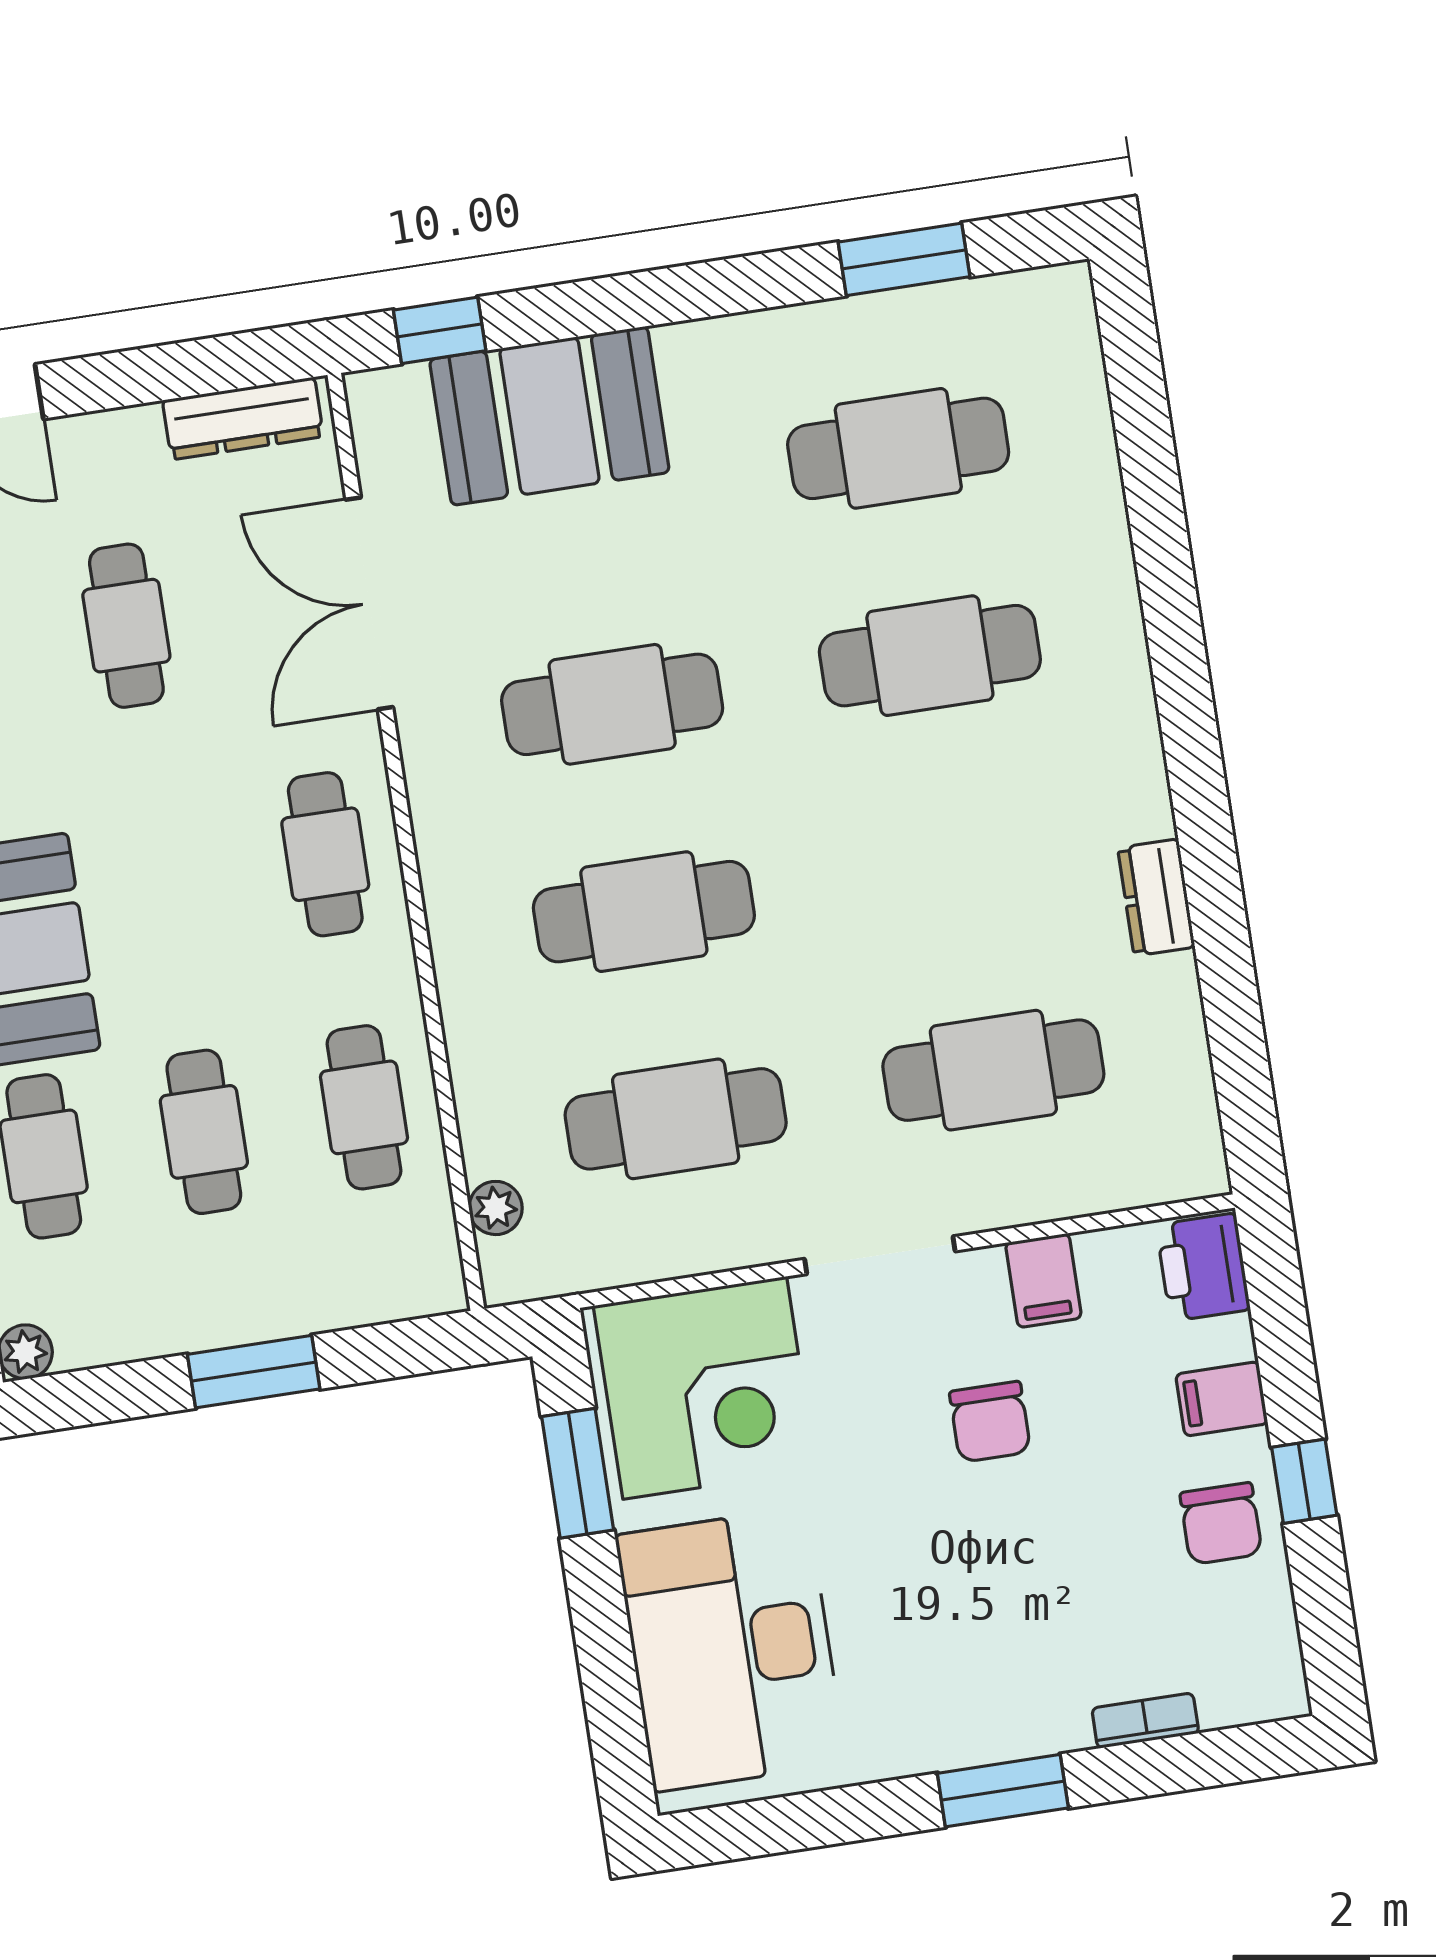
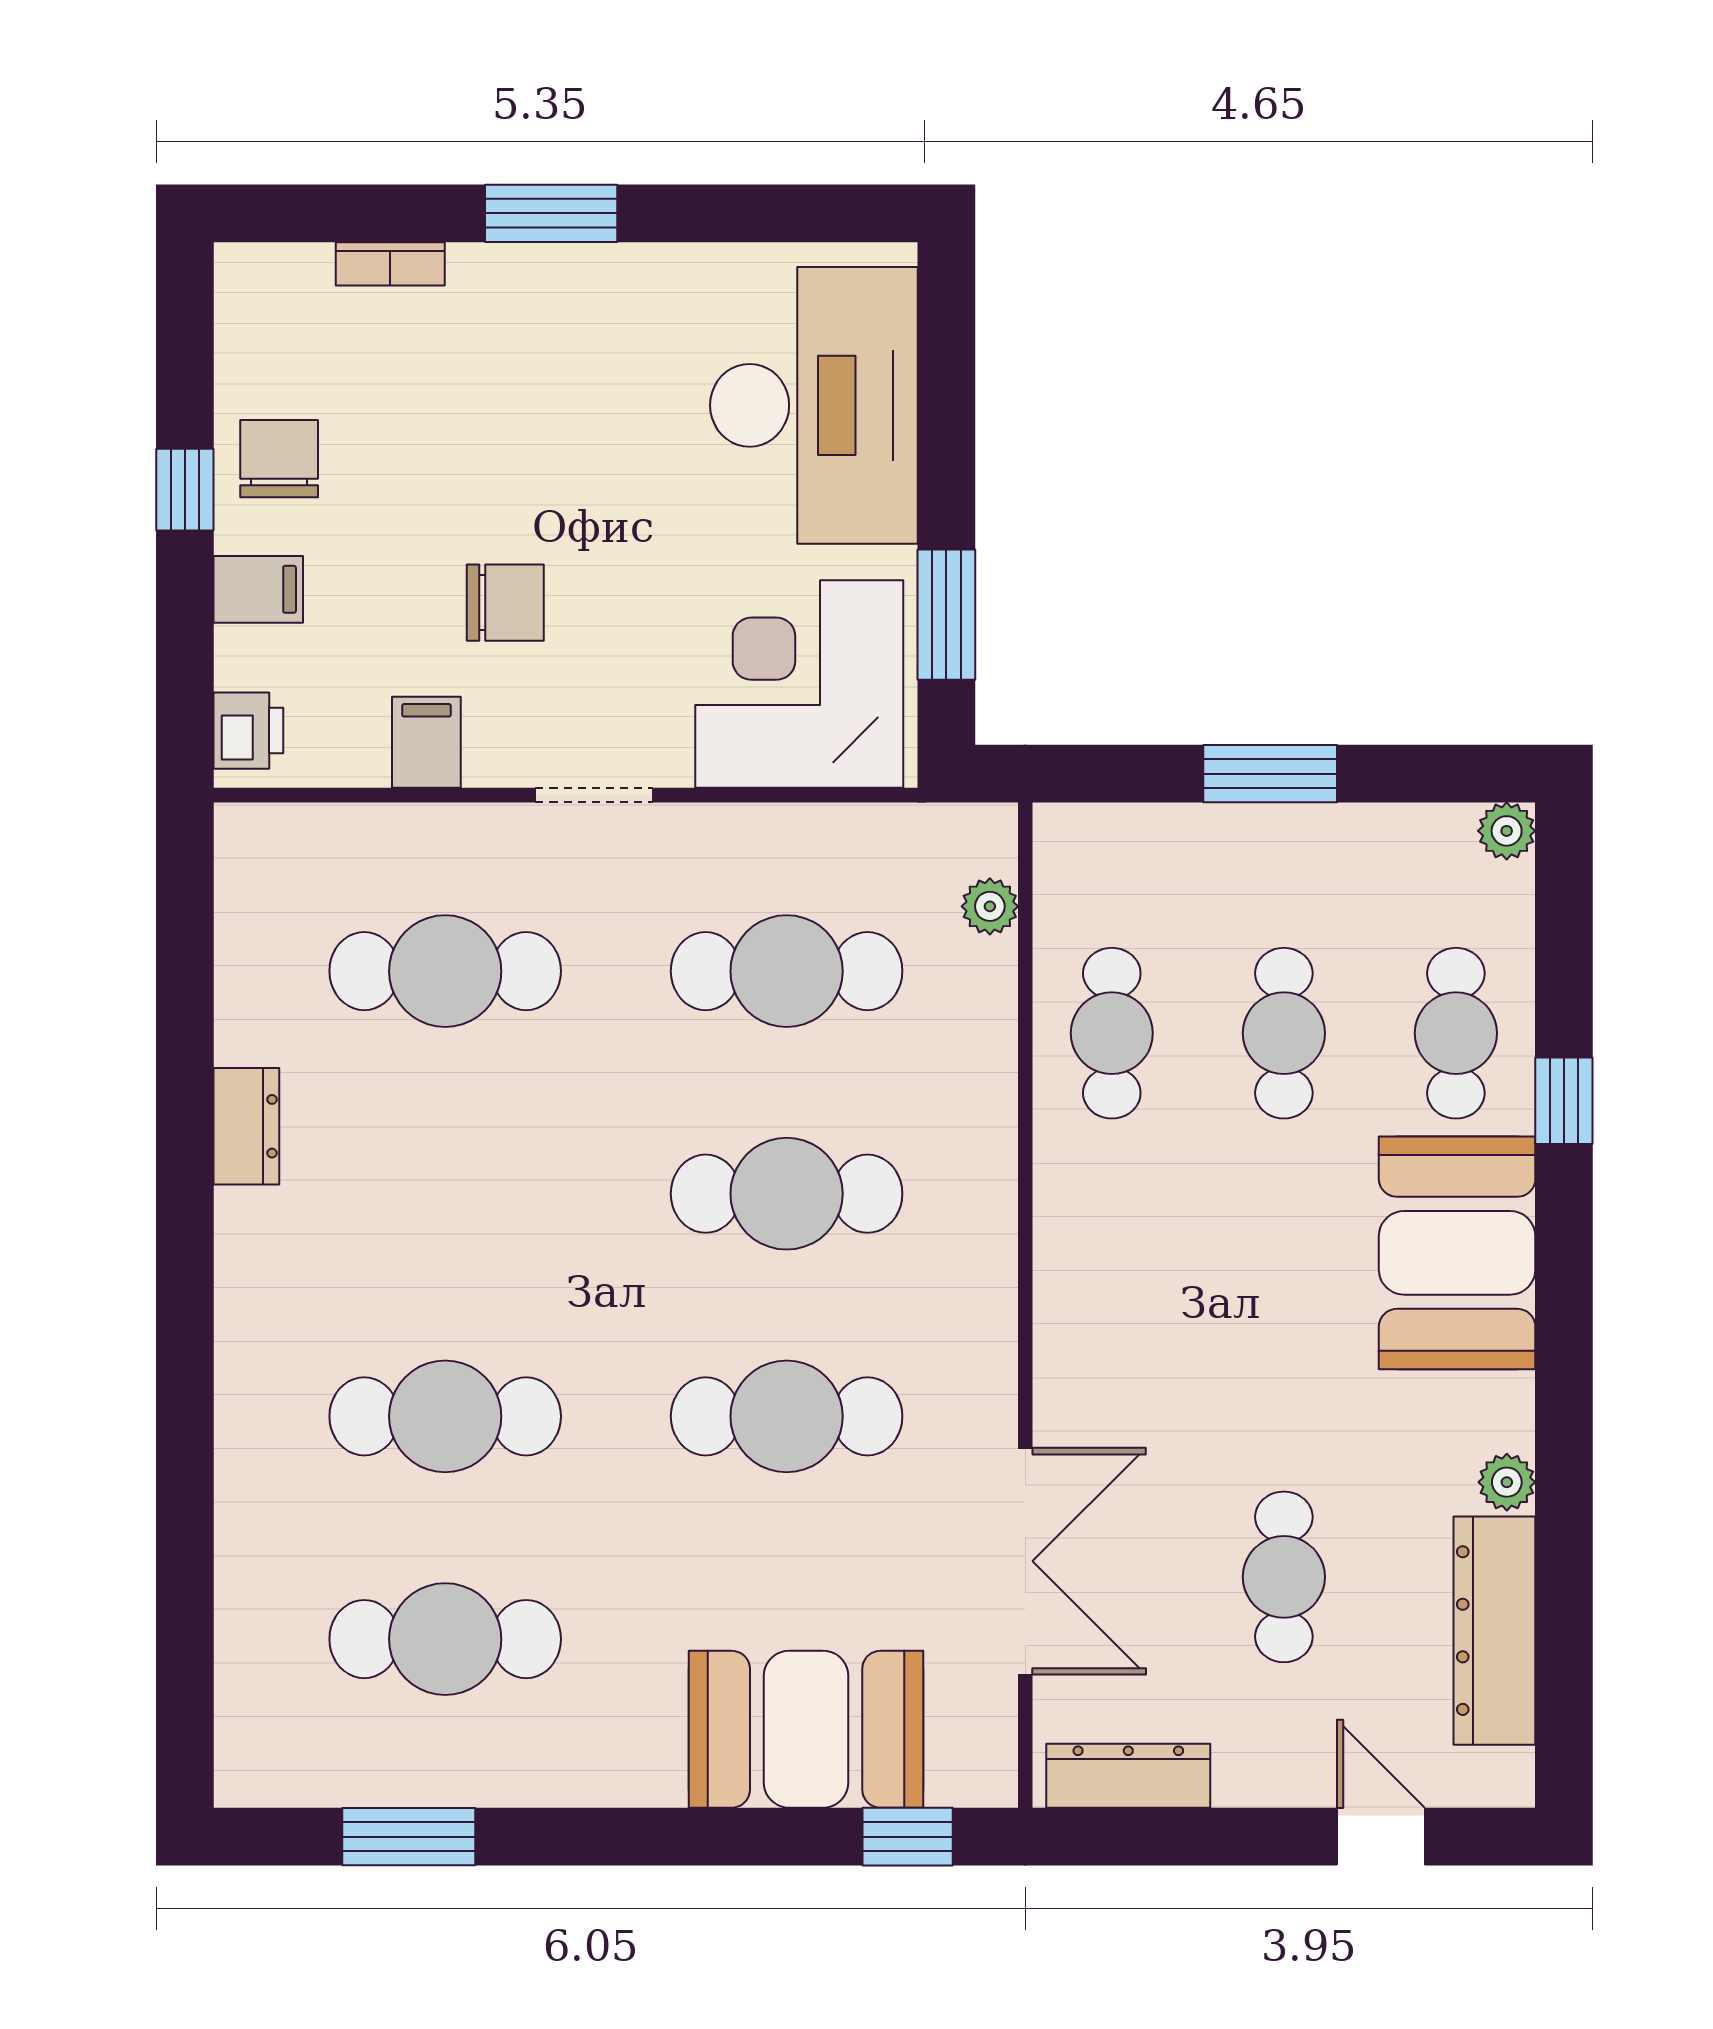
cafe table: (325, 854) -> (1112, 1305), removed
doorway: (880, 1255) -> (594, 795), width x0.73
printer: (1203, 1267) -> (248, 731), width x0.73, depth x0.81
chair: (990, 1422) -> (505, 603), turned 90

